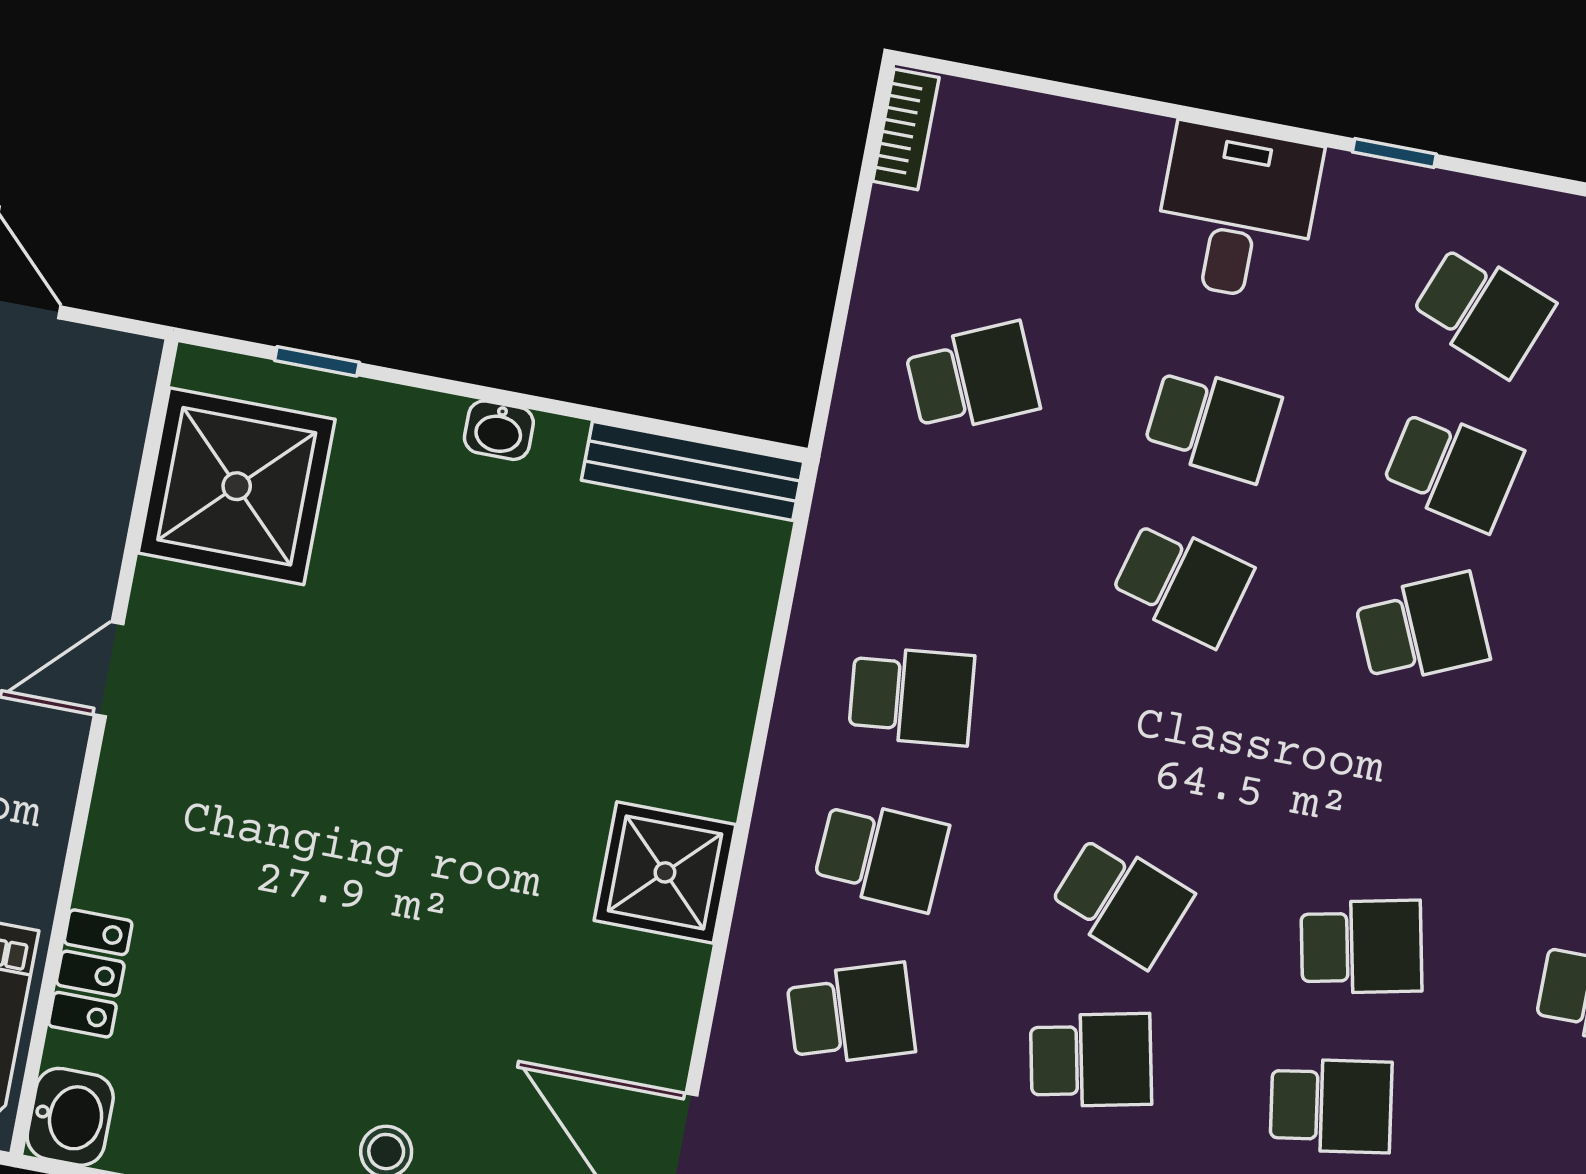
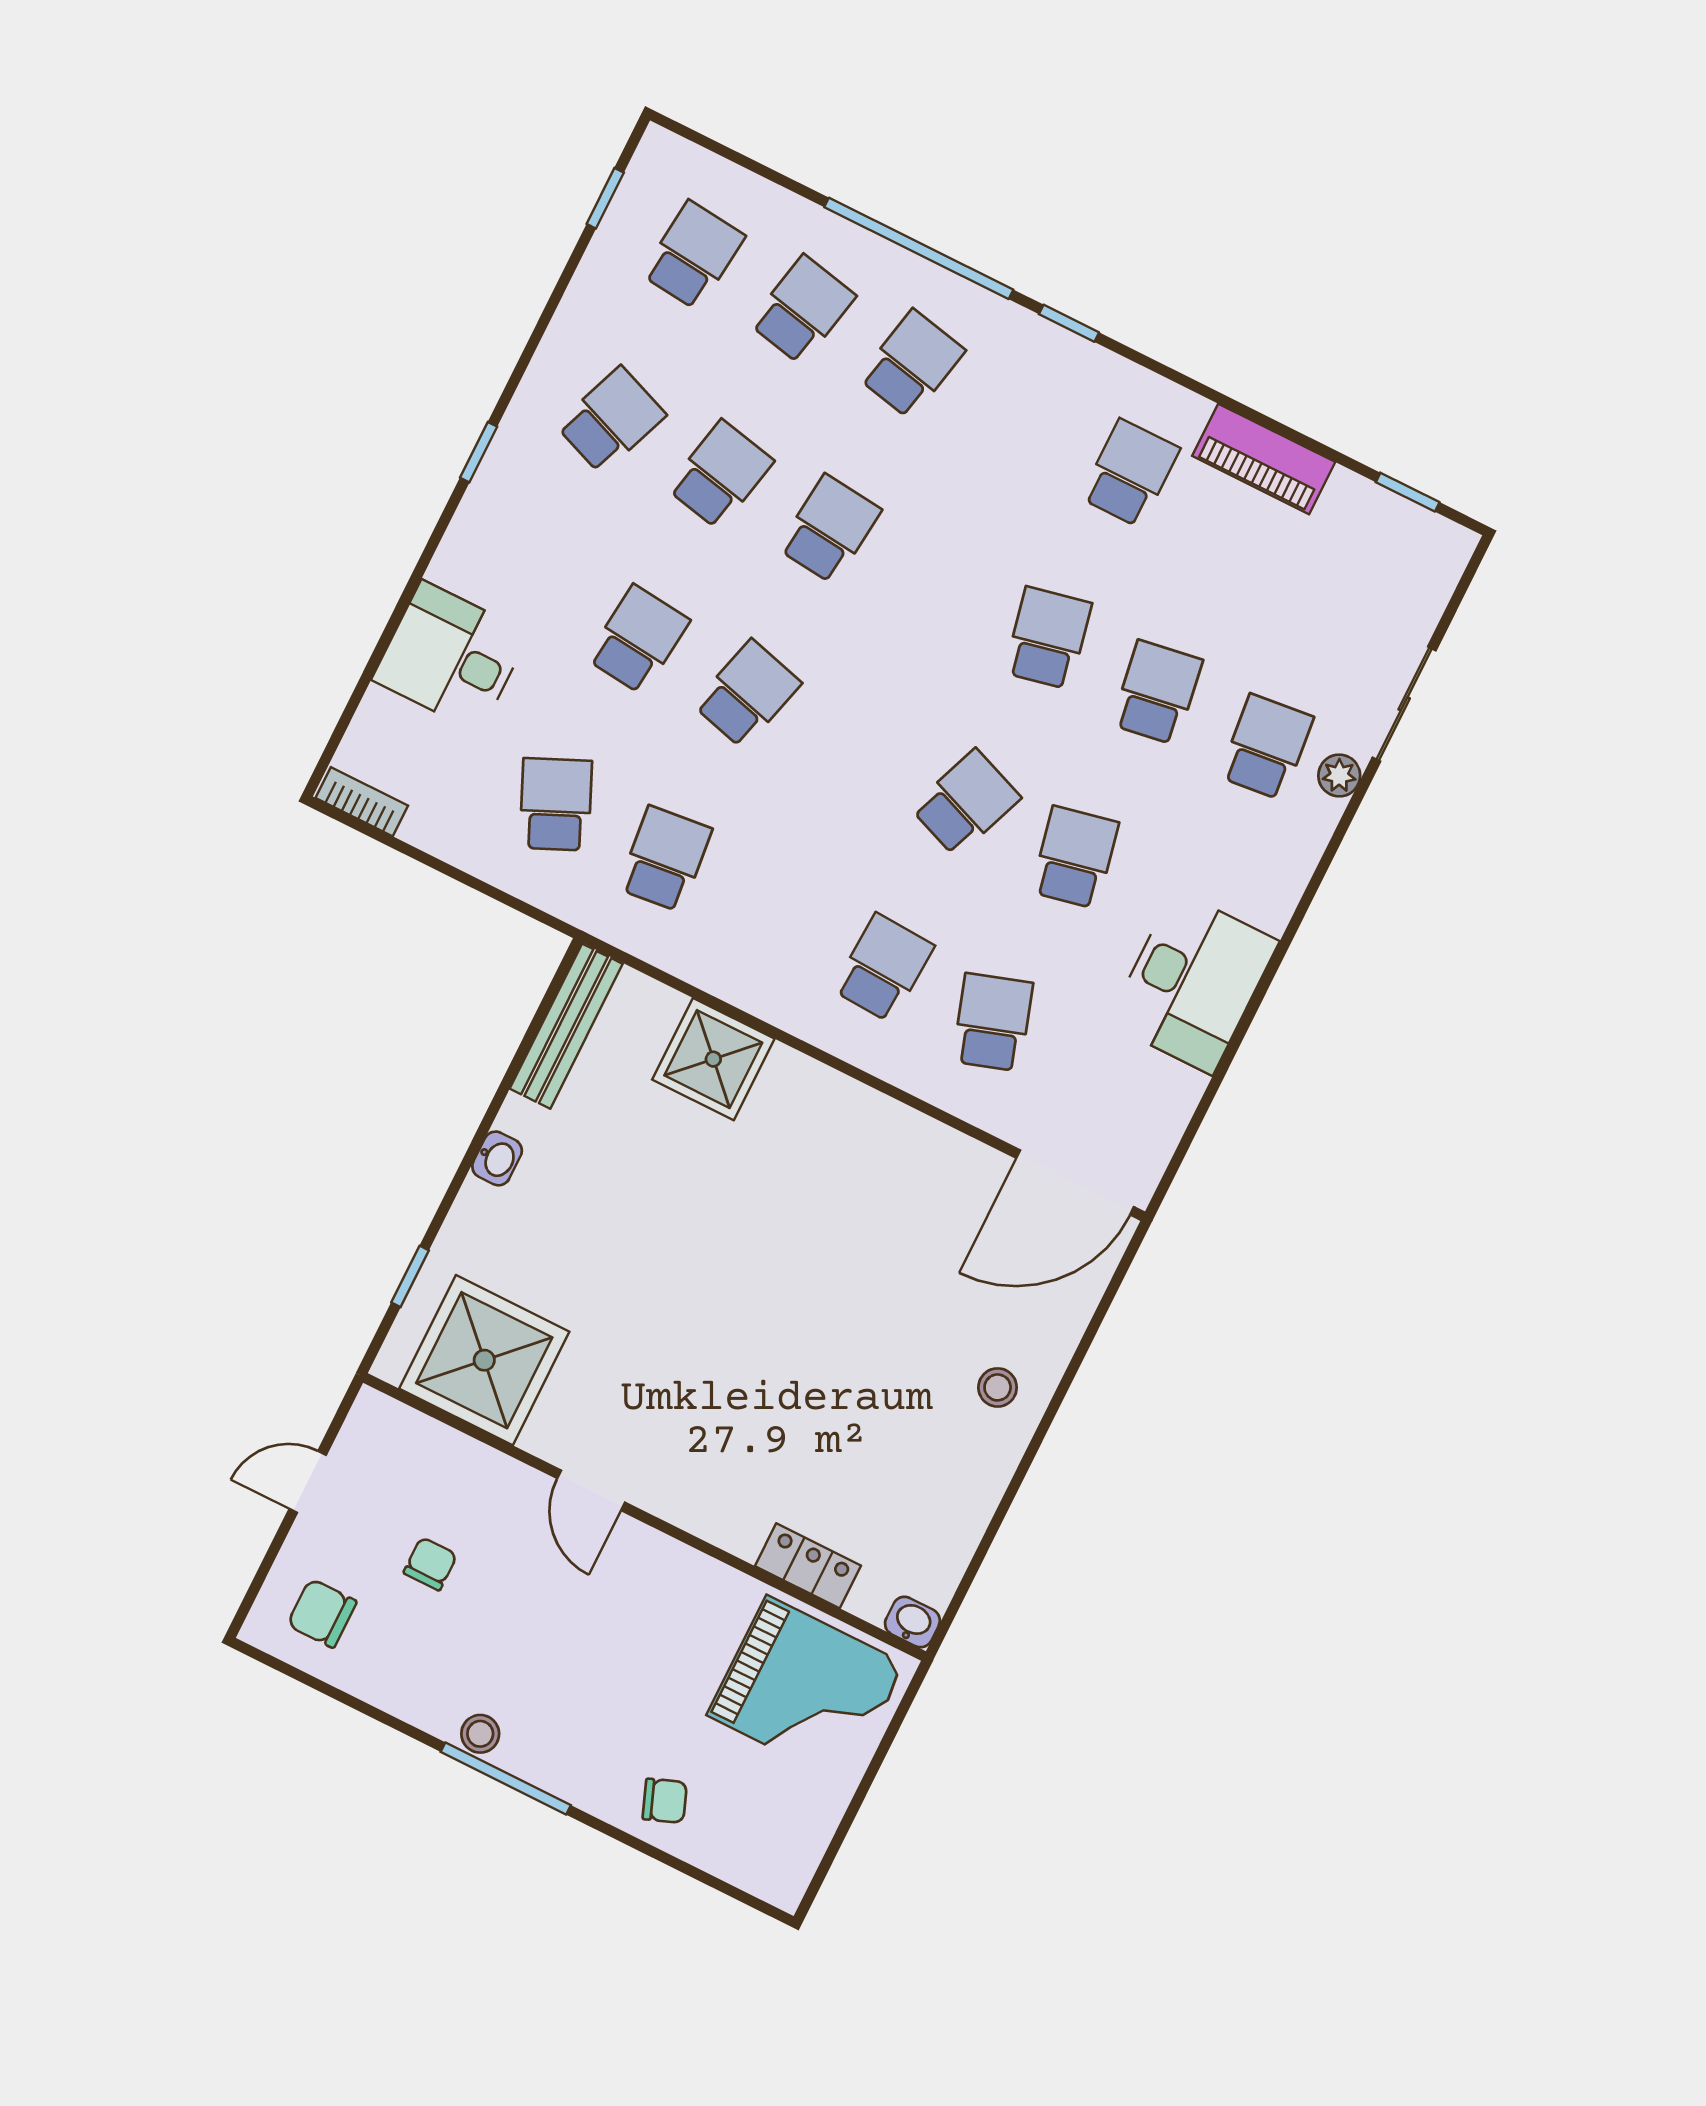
desk: (1237, 212) -> (451, 657), moved
school desk: (1422, 629) -> (829, 529), turned 30
school desk: (912, 696) -> (665, 859), moved
shower: (665, 872) -> (713, 1059), moved
washbasin: (70, 1117) -> (912, 1622), width x0.72, depth x0.69

